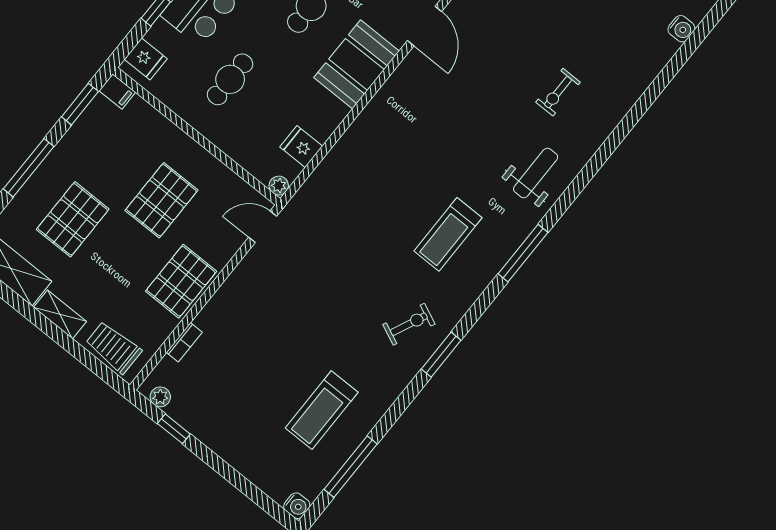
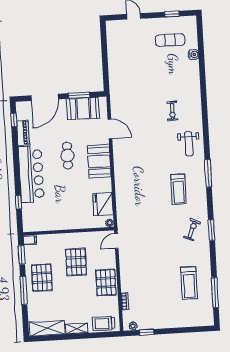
fridge: (146, 59) -> (30, 221), removed
cafe table: (230, 79) -> (63, 203), removed
fridge: (301, 147) -> (103, 204), width x1.88, depth x1.34
weight bench: (536, 173) -> (189, 144), turned 180
pallet: (73, 219) -> (42, 278), moved
water cooler: (297, 506) -> (209, 321), removed

